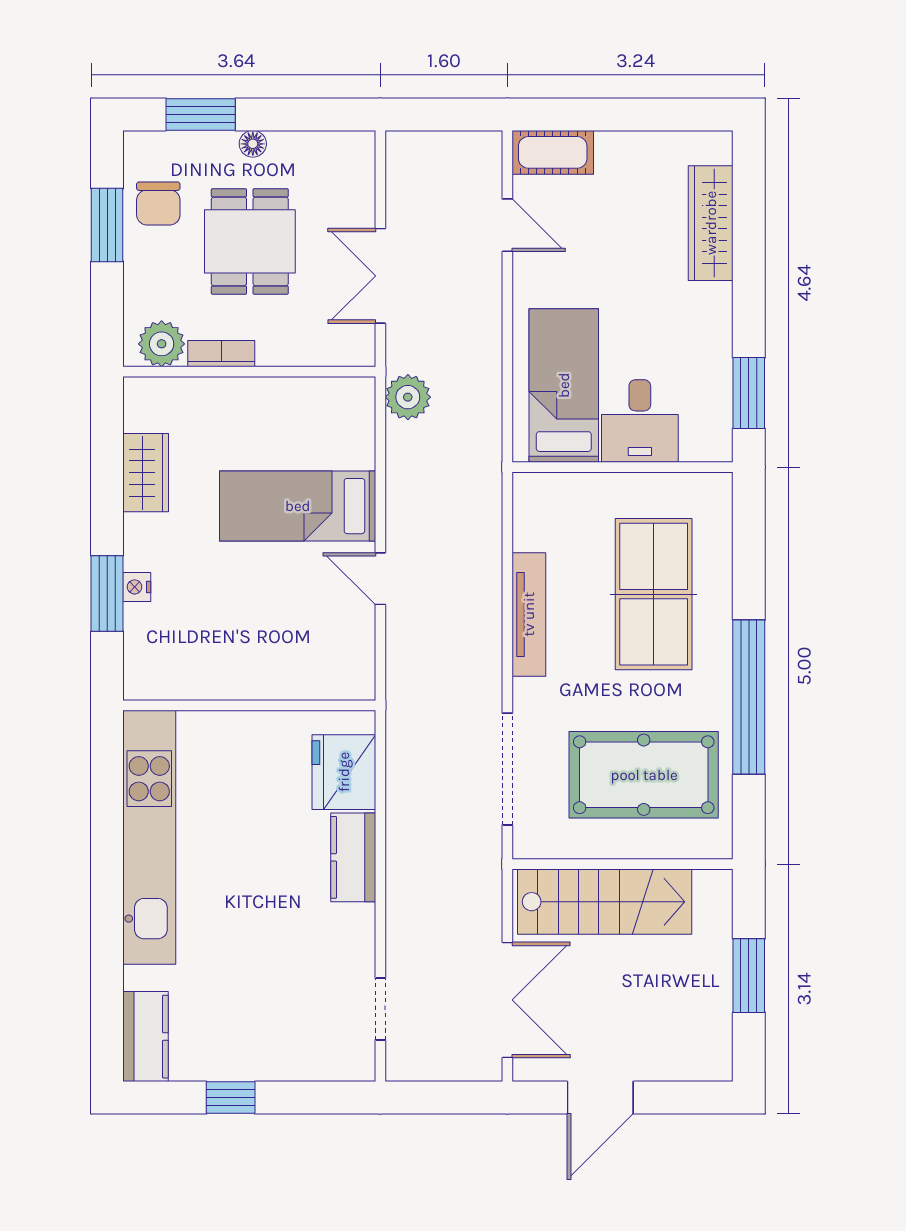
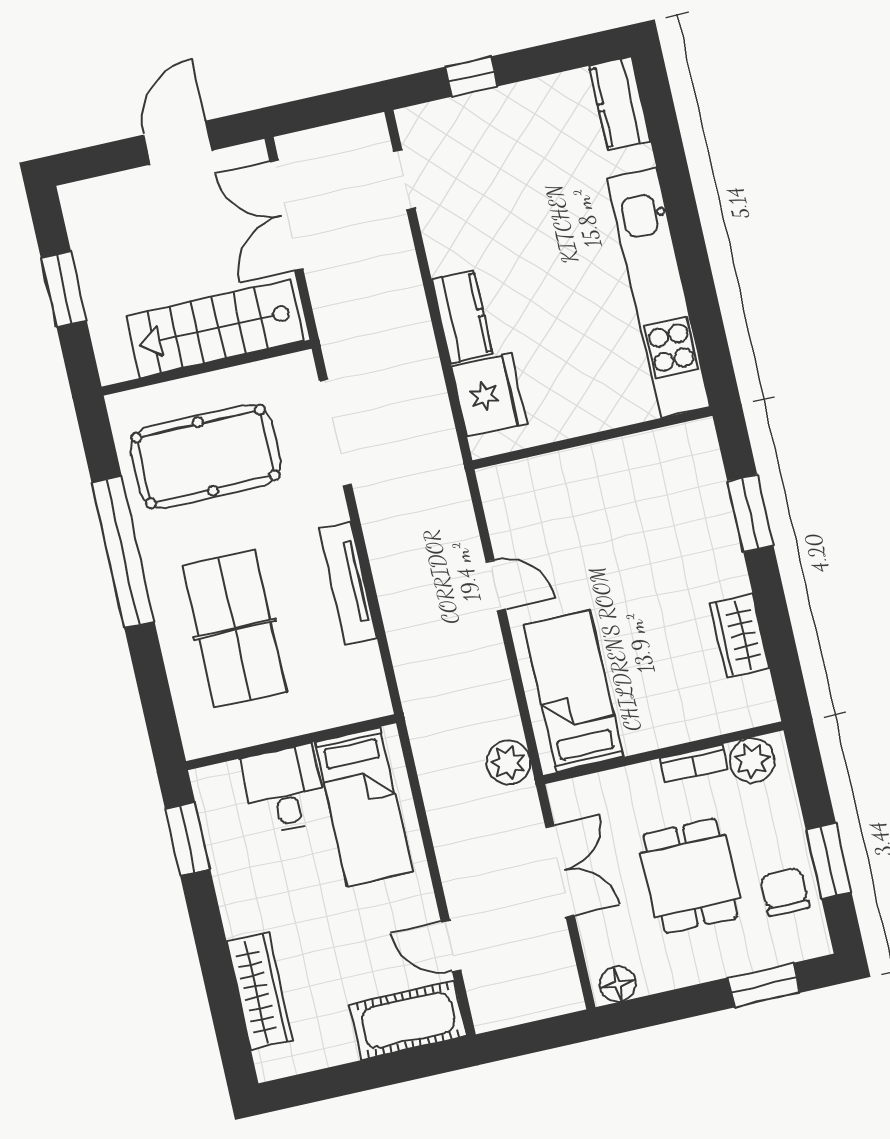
floor lamp: (253, 144) -> (618, 984), moved, width x1.37, depth x1.37
cot: (553, 152) -> (408, 1020), width x1.37, depth x1.34
bed: (298, 506) -> (573, 691), moved, turned -90
nightstand: (137, 587) -> (724, 526), removed
window: (231, 1098) -> (471, 77), moved

